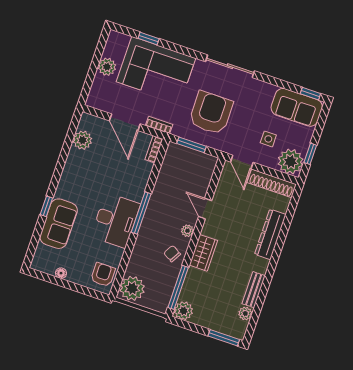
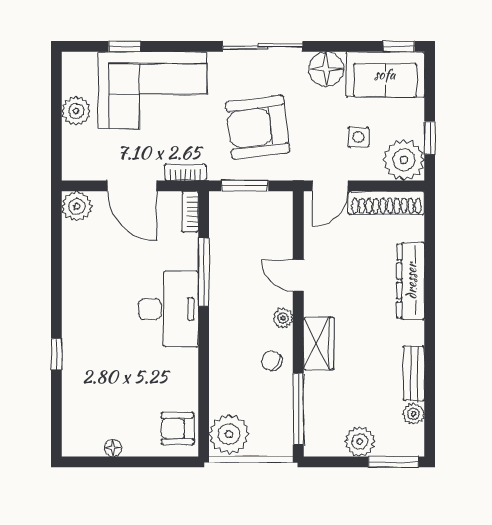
floor lamp: (263, 92) -> (326, 69), added
armchair: (211, 113) -> (258, 127), turned -97
plant: (82, 140) -> (77, 206), moved
door: (242, 162) -> (330, 186), hinge flipped
window: (141, 213) -> (204, 272), moved
desk: (116, 220) -> (168, 309), moved
sofa: (59, 224) -> (84, 374), removed
armchair: (103, 275) -> (177, 429), turned -90
plant: (184, 311) -> (360, 442), moved

